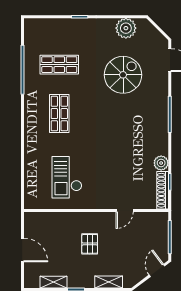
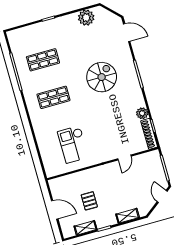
spiral stairs: (123, 75) -> (102, 77), moved
shop shelf: (59, 114) -> (54, 97), turned 90
pallet: (90, 244) -> (89, 201), moved

